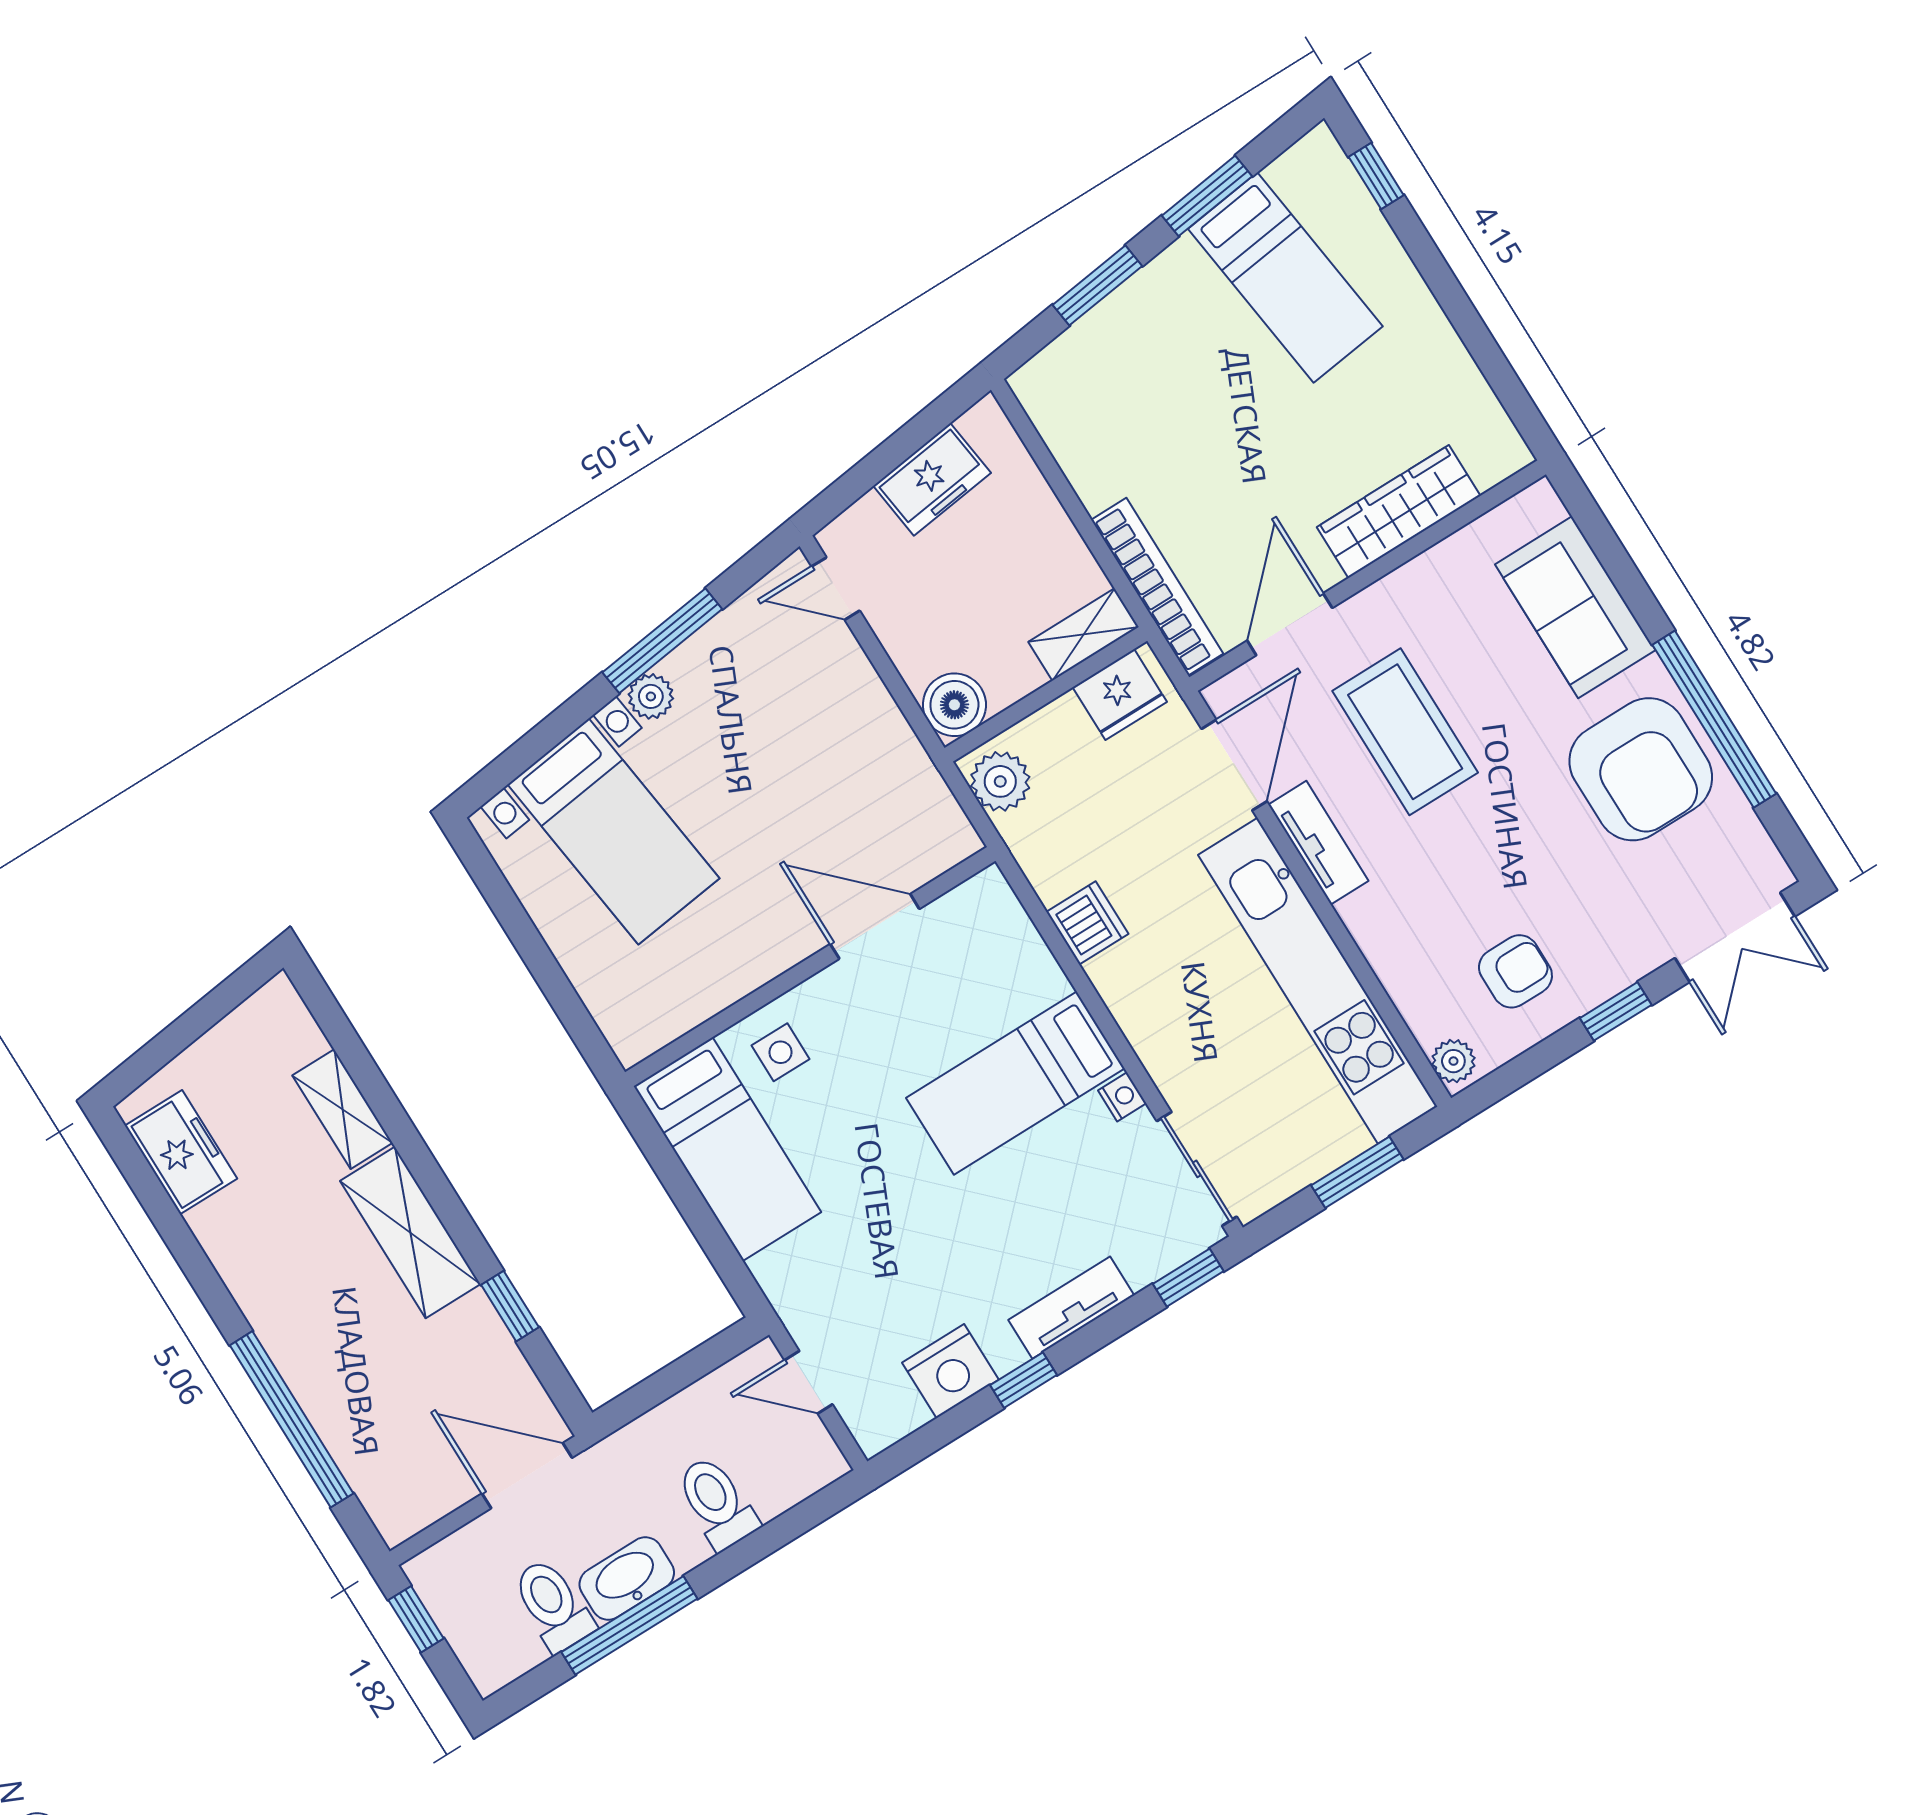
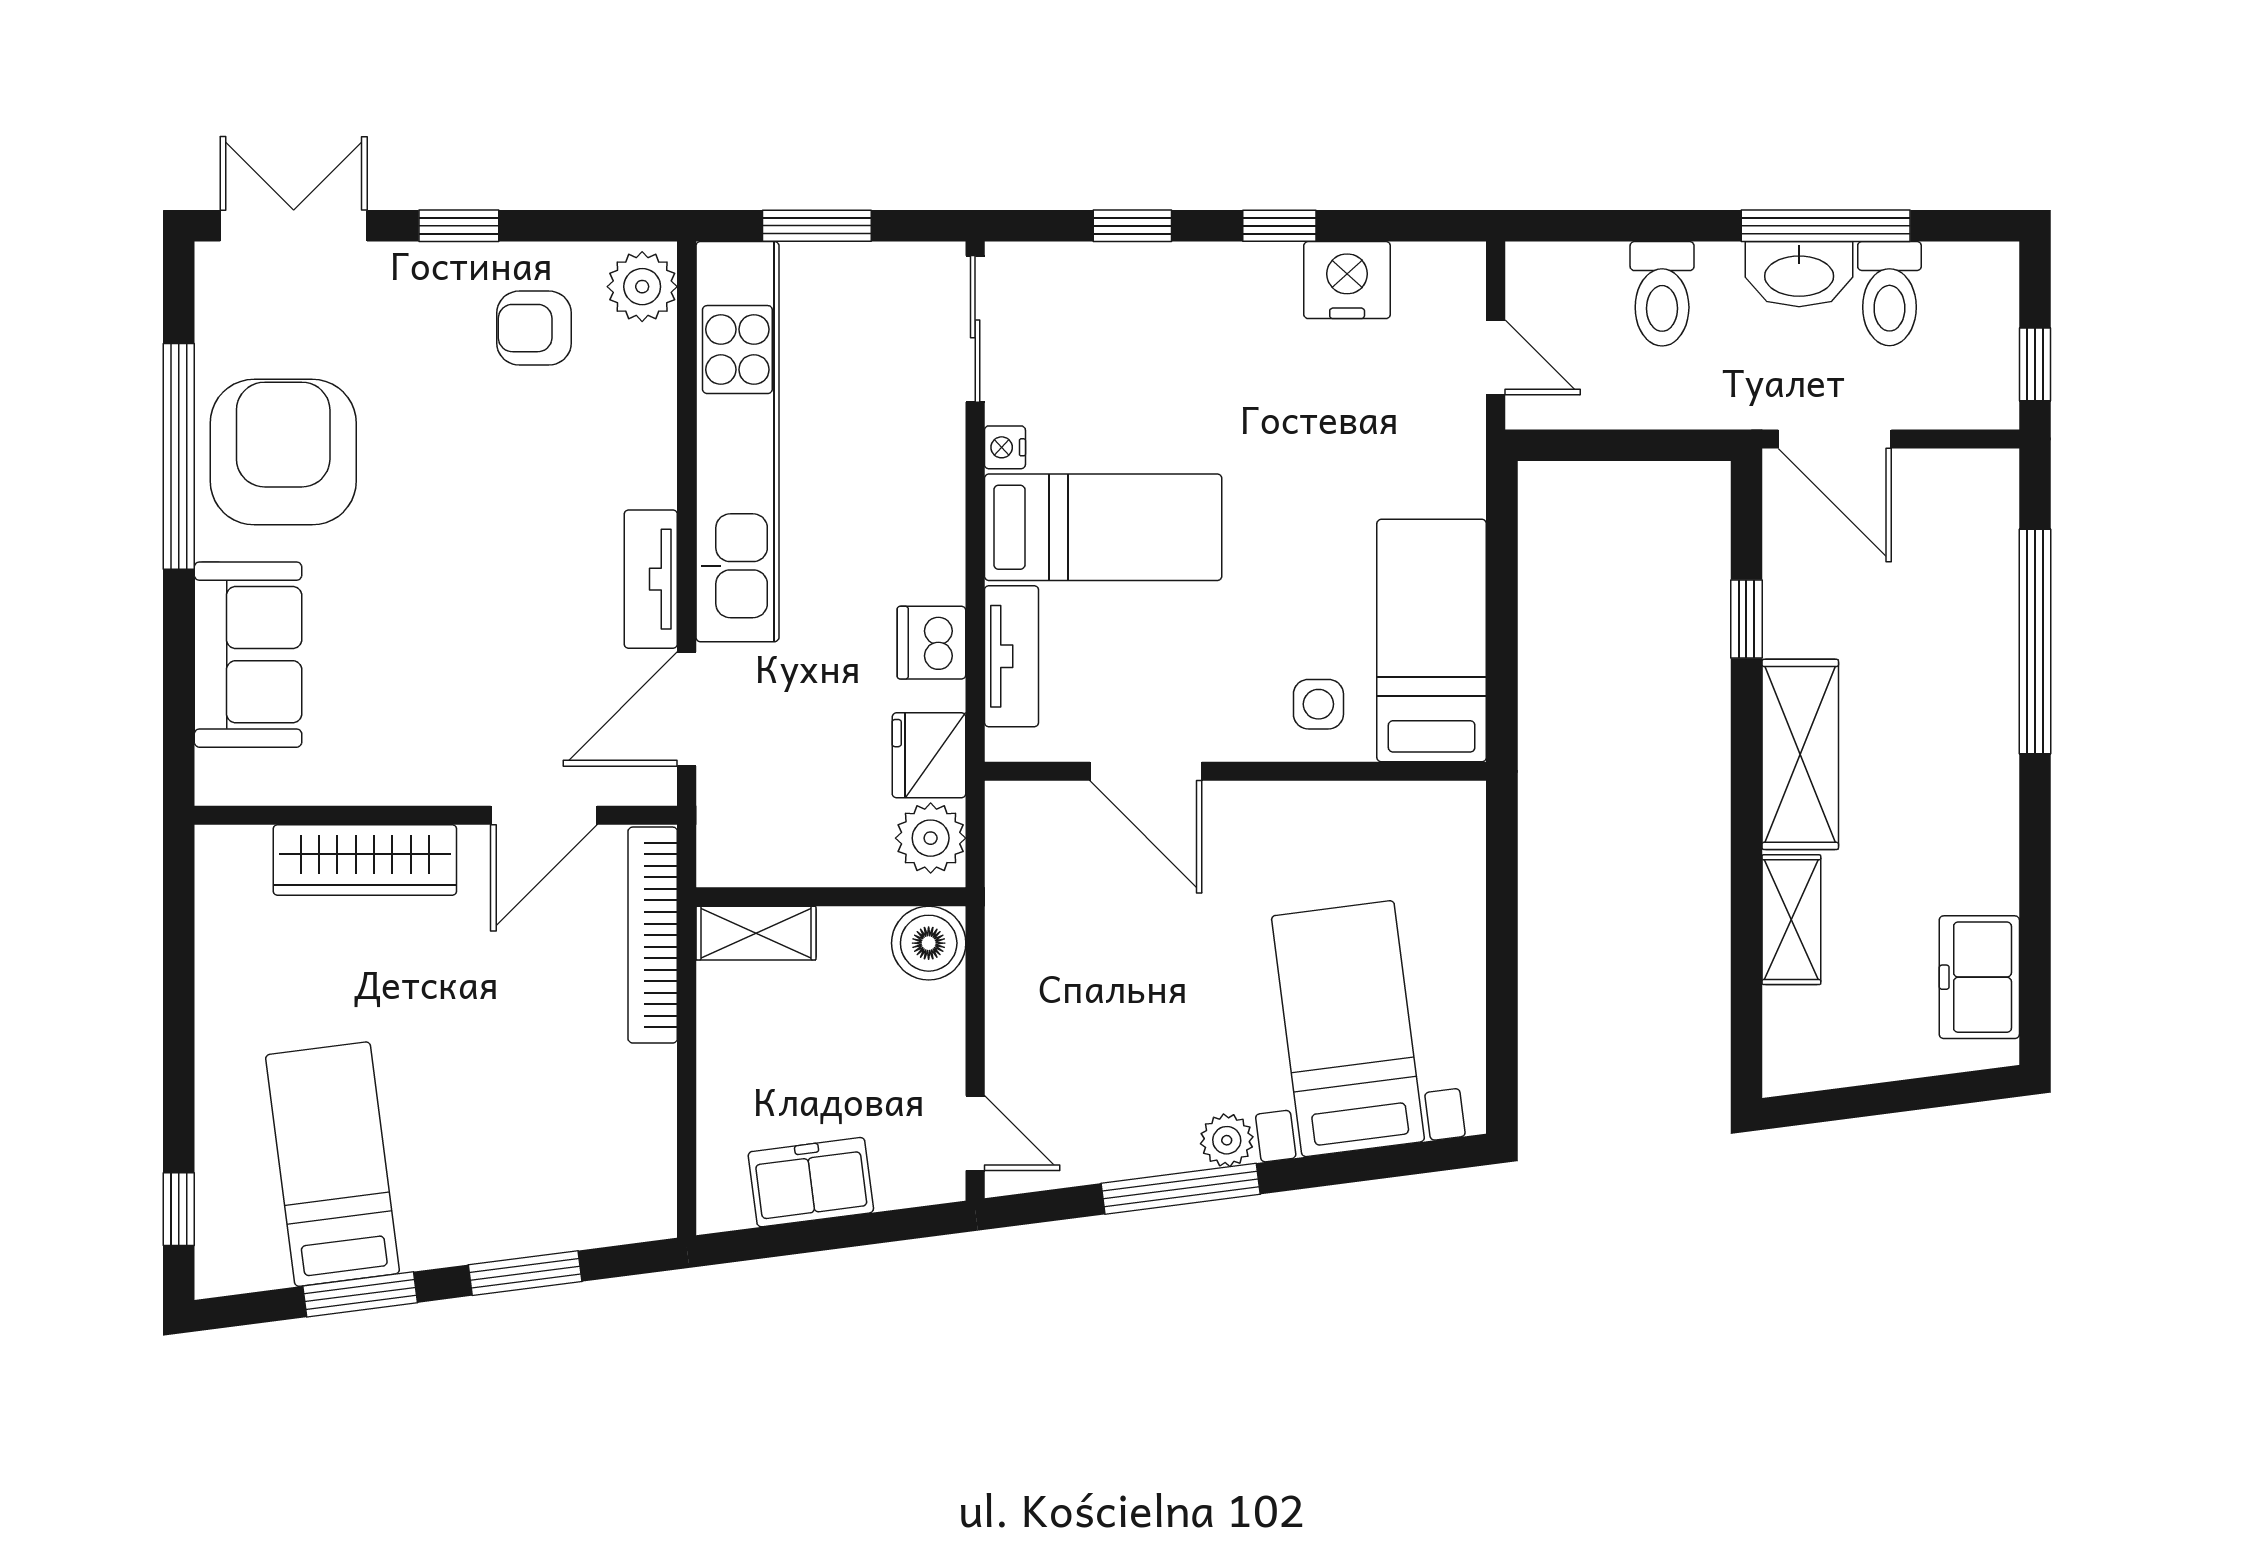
fridge: (1120, 695) -> (929, 755), moved, turned -90
coffee table: (1405, 732) -> (495, 636), removed
plant: (1453, 1061) -> (642, 287), width x1.38, depth x1.38
window: (1188, 1278) -> (1132, 226), moved
tv unit: (1071, 1308) -> (1011, 656), moved, turned -90

